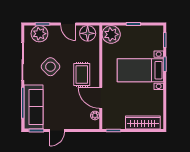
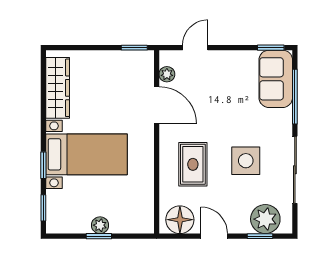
plant: (111, 34) -> (100, 225), moved, width x0.53, depth x0.53
side table: (50, 67) -> (246, 161), turned 45
rug: (82, 75) -> (193, 164), moved
sofa: (34, 107) -> (276, 79), width x0.73
wardrobe: (143, 122) -> (58, 88), moved, turned -90
door: (57, 130) -> (195, 48), moved

